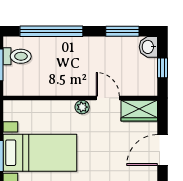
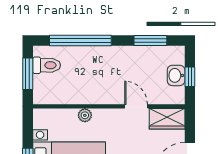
washbasin: (148, 47) -> (176, 75), moved
plant: (82, 107) -> (85, 115), moved

